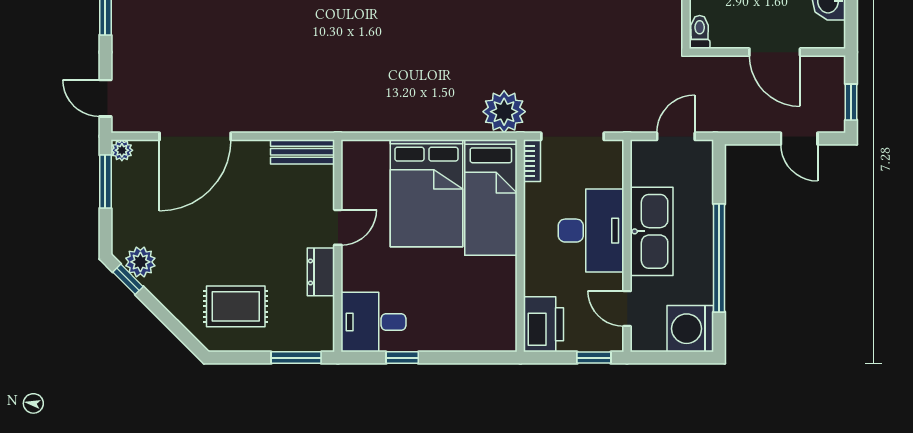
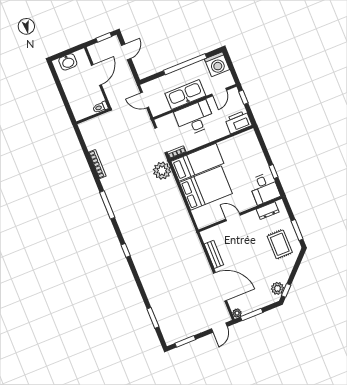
bench: (303, 152) -> (214, 254), moved
dresser: (321, 272) -> (268, 211), moved
window: (296, 358) -> (297, 230), moved

